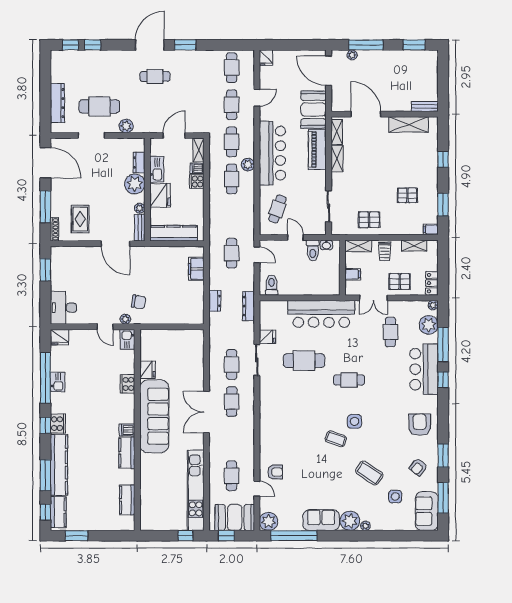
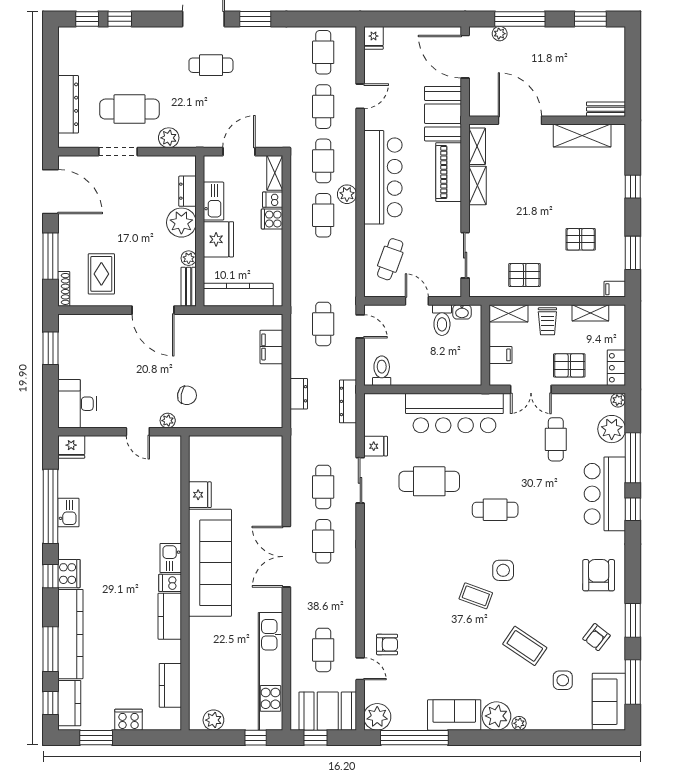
kitchen sink: (127, 339) -> (171, 558), moved
cooker: (127, 384) -> (129, 720), moved, turned 90
plant: (157, 524) -> (213, 720), added

